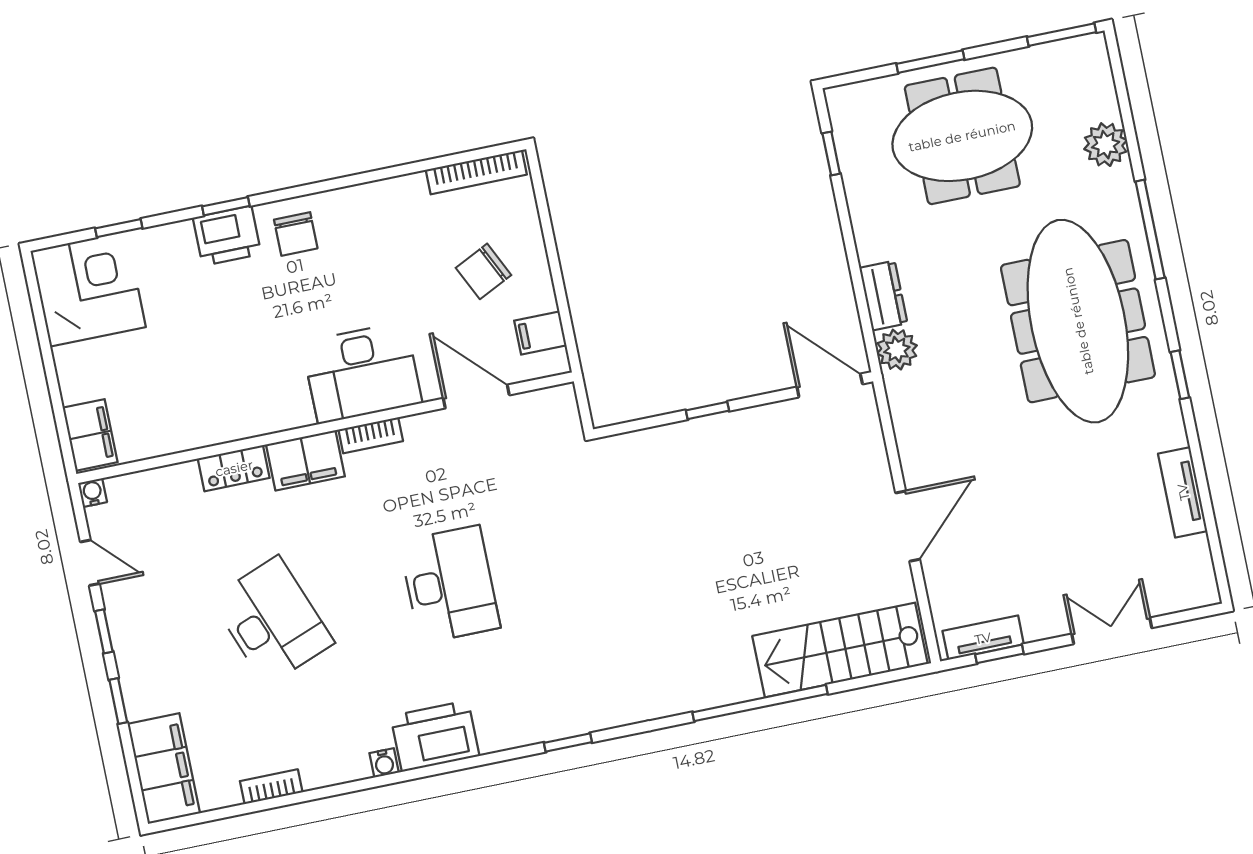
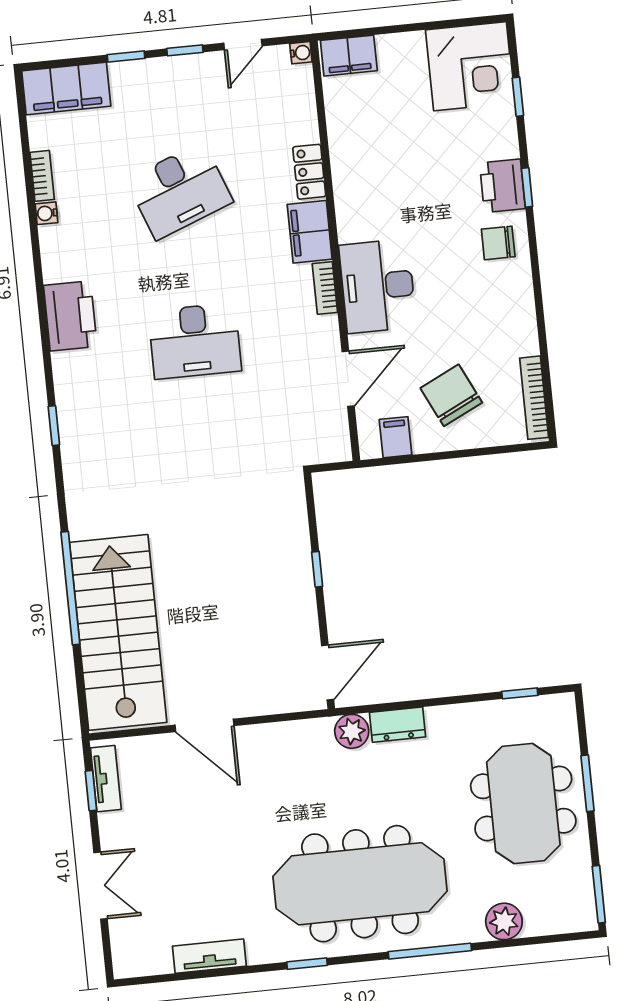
chair: (484, 271) -> (451, 395), width x1.37, depth x1.37
stairs: (840, 650) -> (118, 632), width x1.36, depth x1.51
water cooler: (384, 763) -> (46, 213), moved

